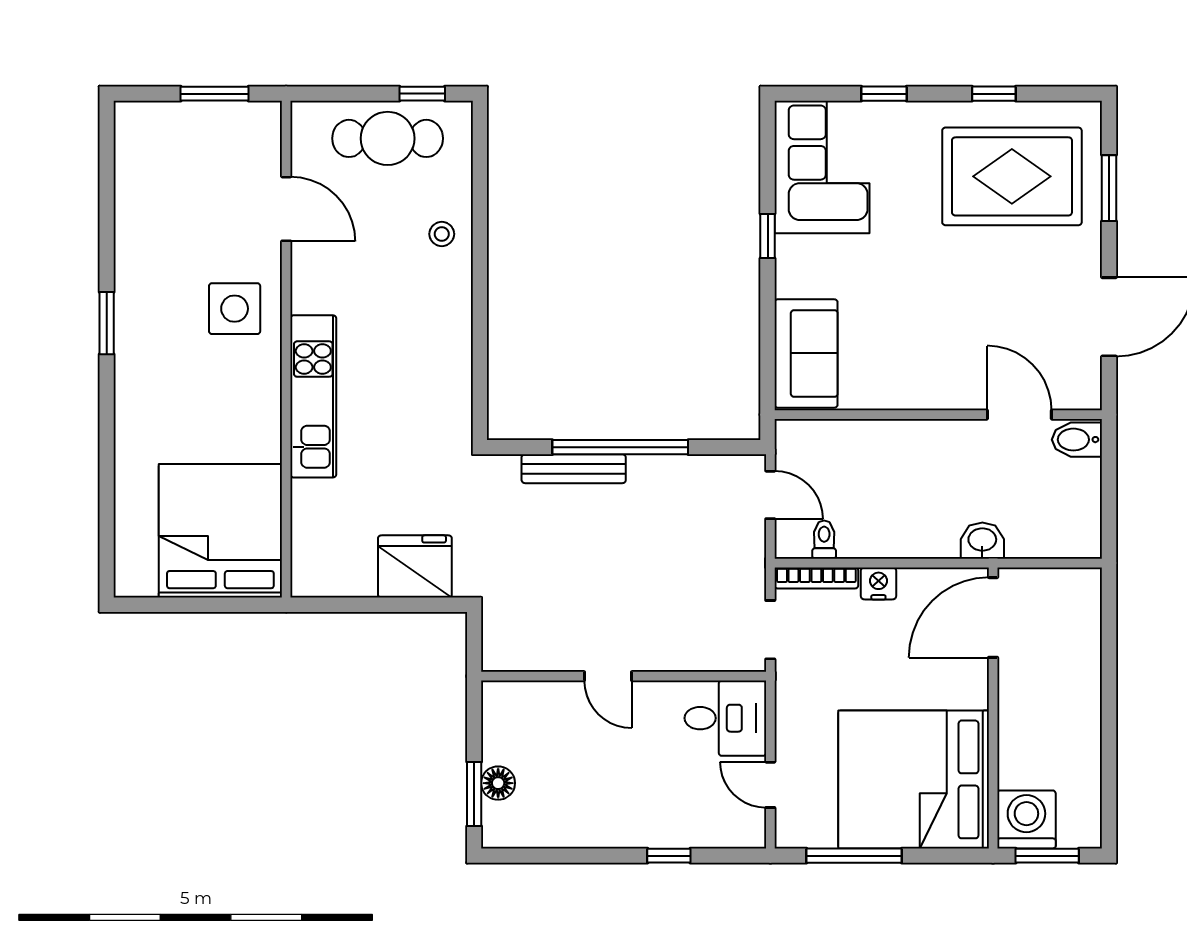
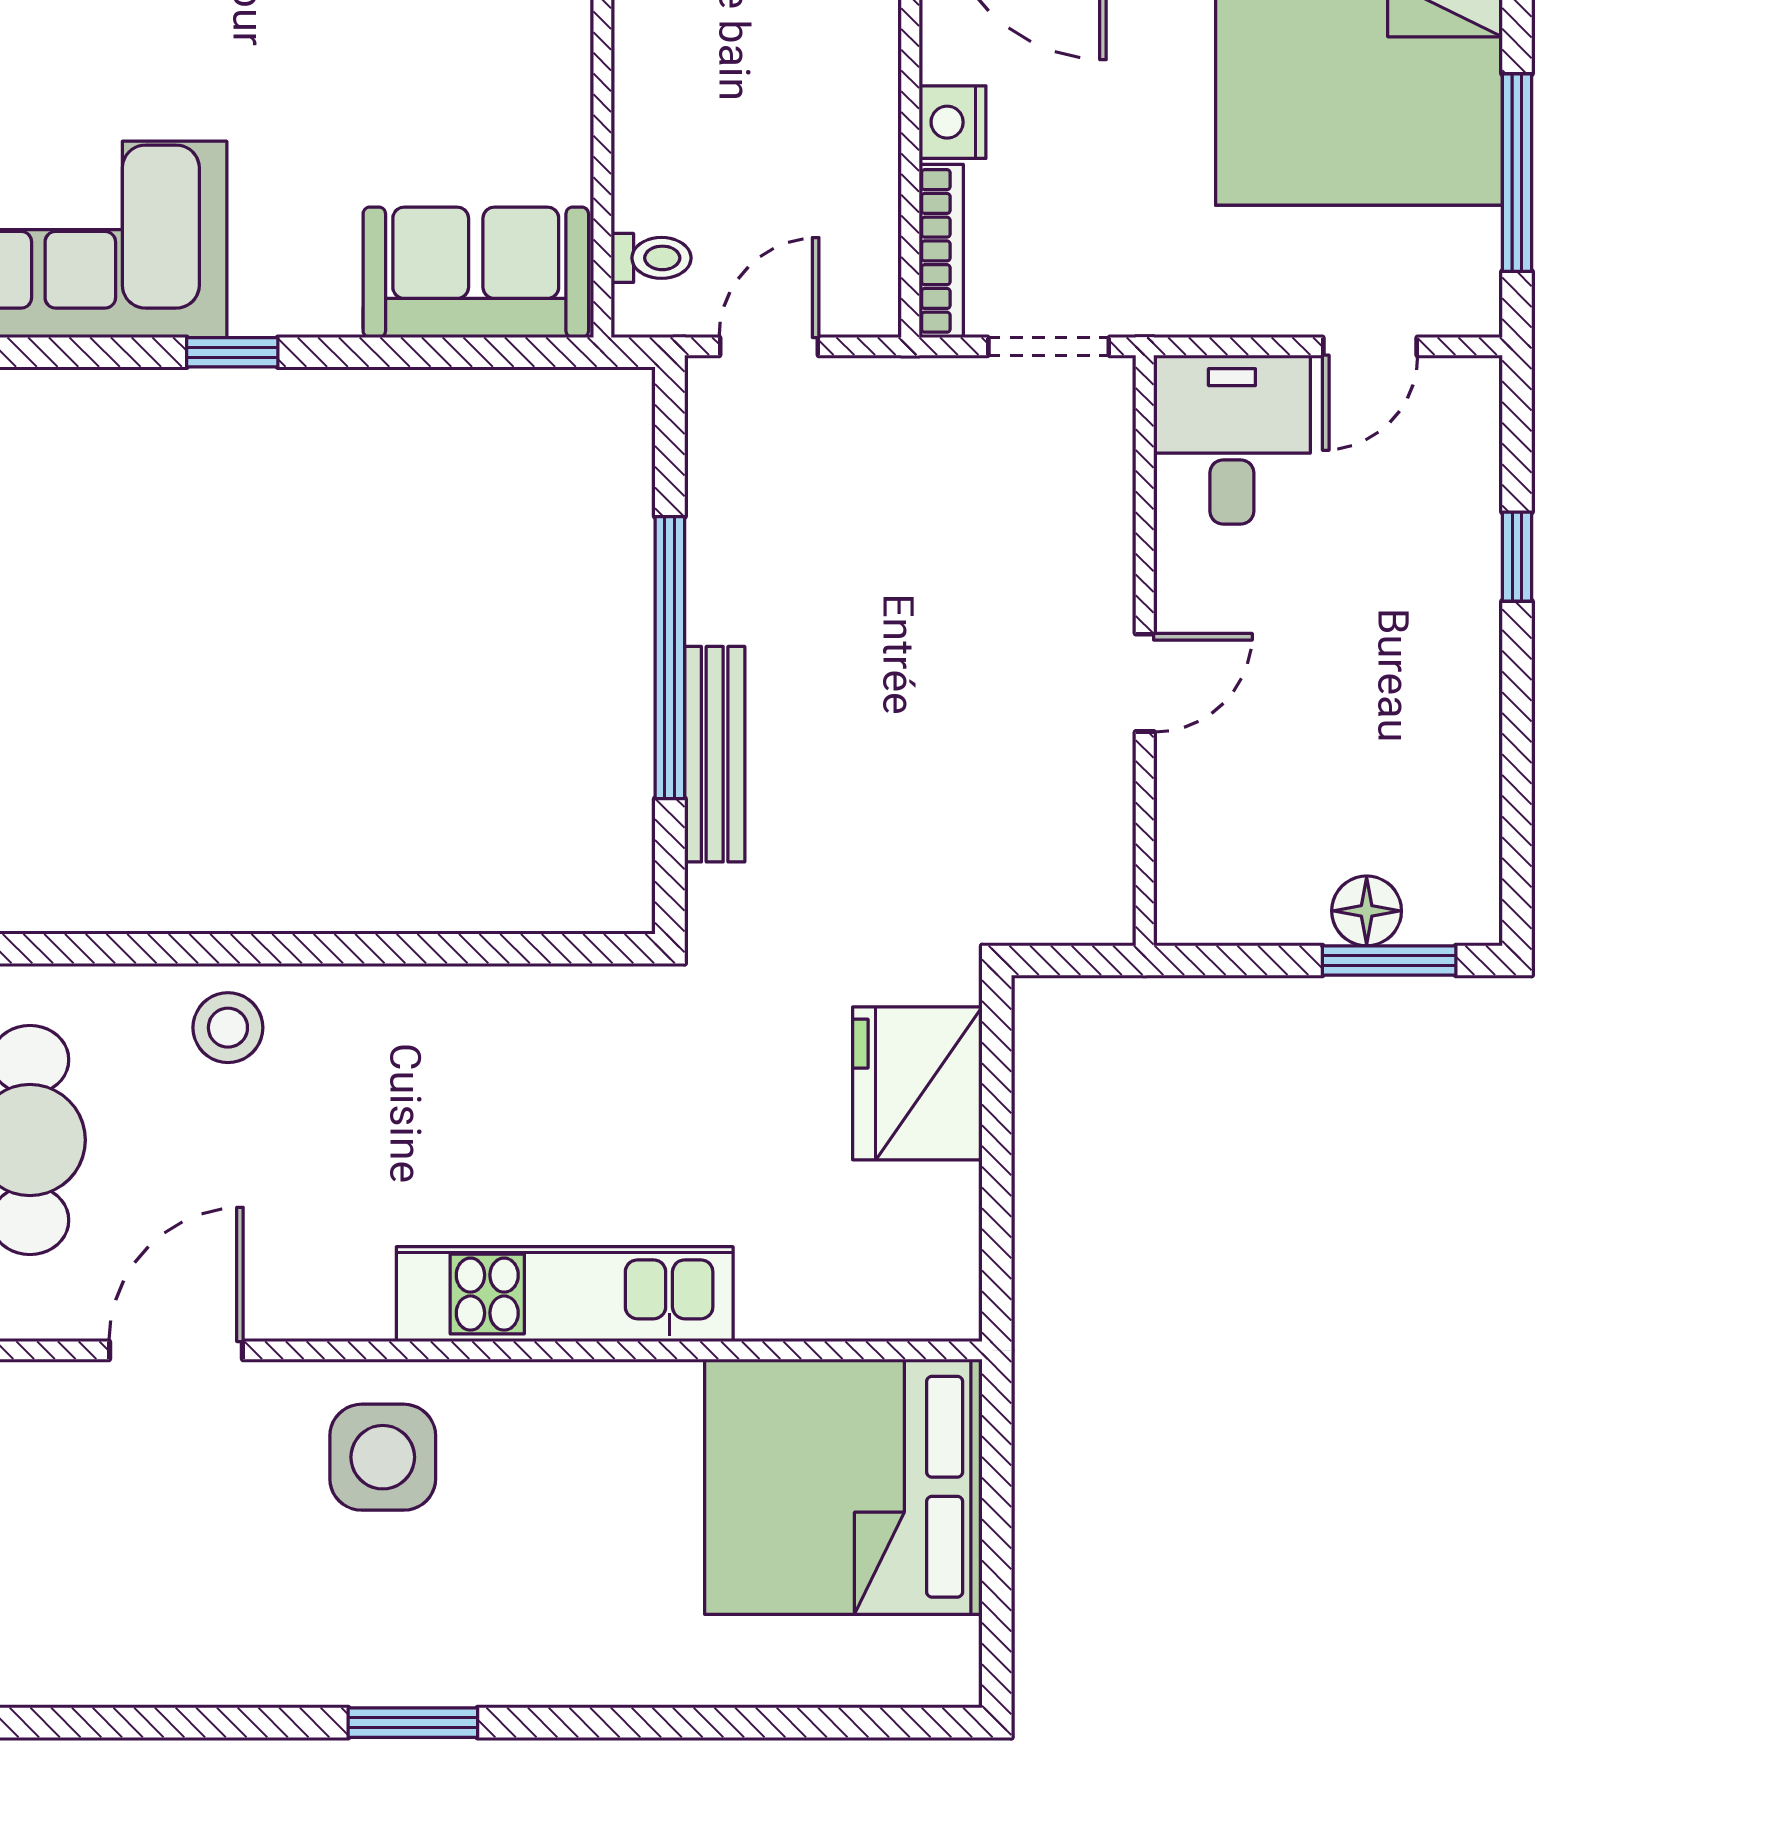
stool: (442, 234) -> (228, 1028), width x1.37, depth x1.37
toilet: (824, 540) -> (651, 258), moved, turned 180

